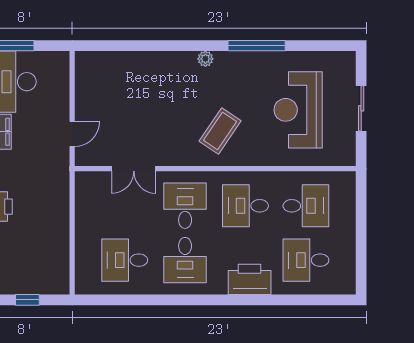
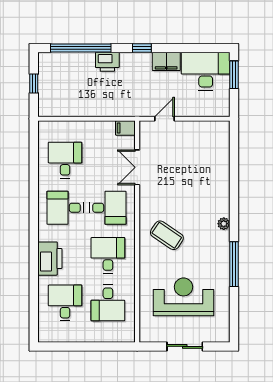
door: (72, 134) -> (165, 119), swing flipped
filing cabinet: (84, 183) -> (125, 128), added

